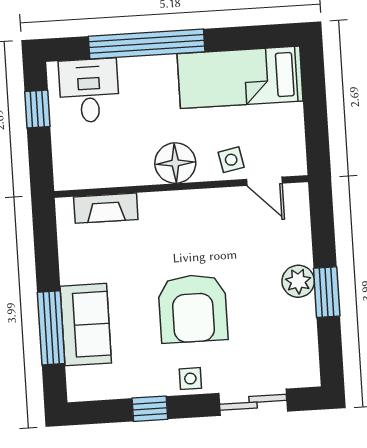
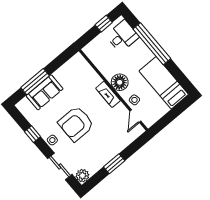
fireplace: (106, 208) -> (108, 94), moved
plant: (298, 281) -> (82, 176), moved

